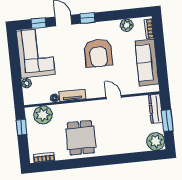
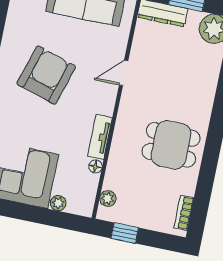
plant: (127, 25) -> (17, 17), removed
armchair: (98, 53) -> (46, 75), turned -73
plant: (43, 115) -> (108, 198), width x0.53, depth x0.53

